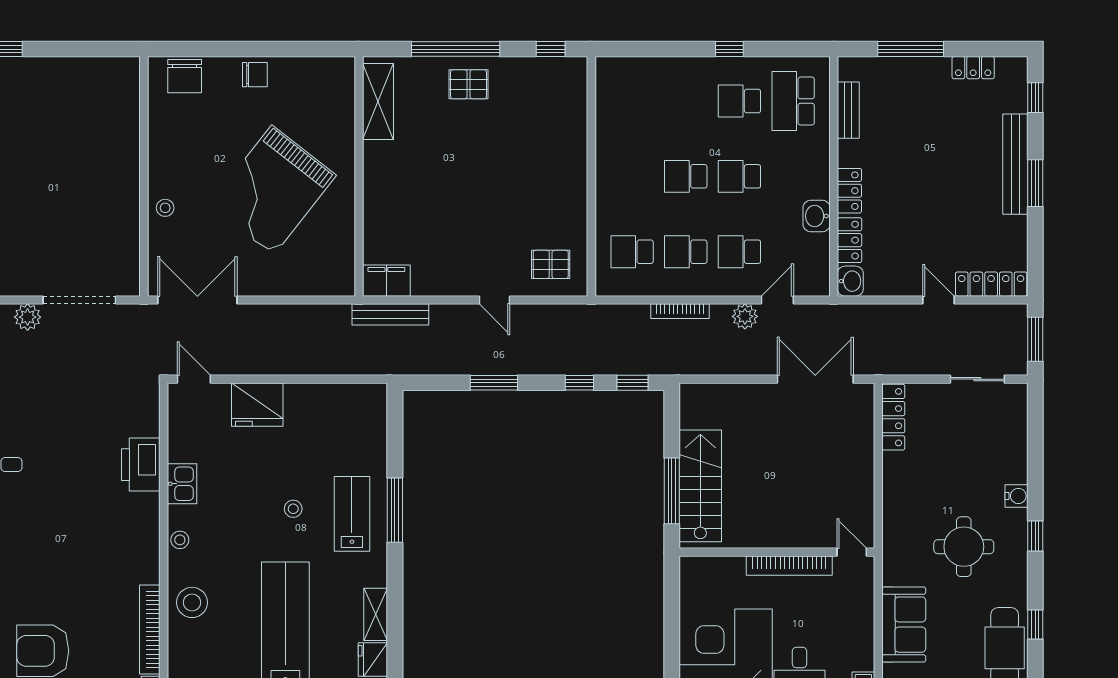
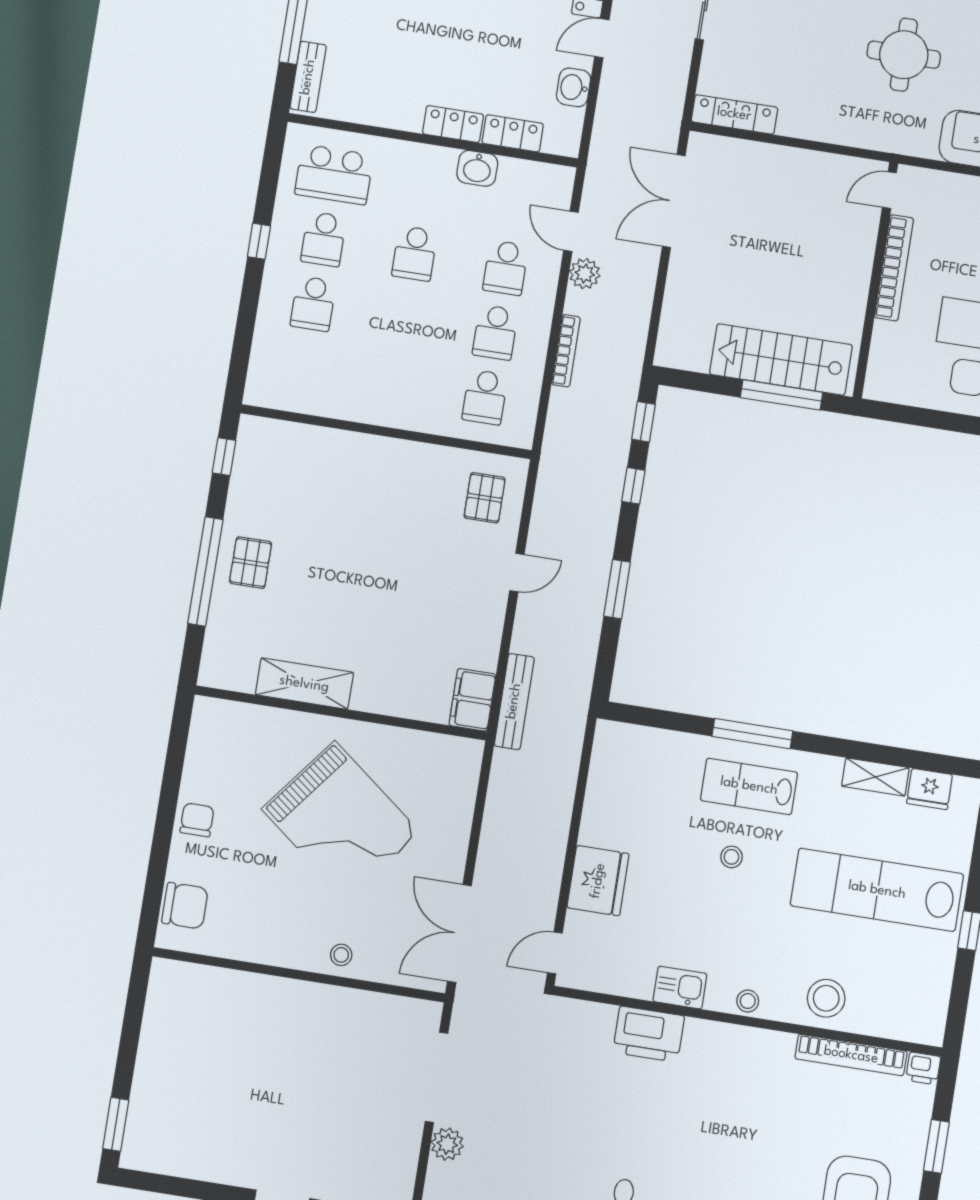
shelving: (378, 102) -> (304, 684), moved
bench: (848, 110) -> (308, 77), moved, turned 90
school desk: (686, 176) -> (313, 304), moved
washbasin: (850, 281) -> (574, 87), moved, turned -90

